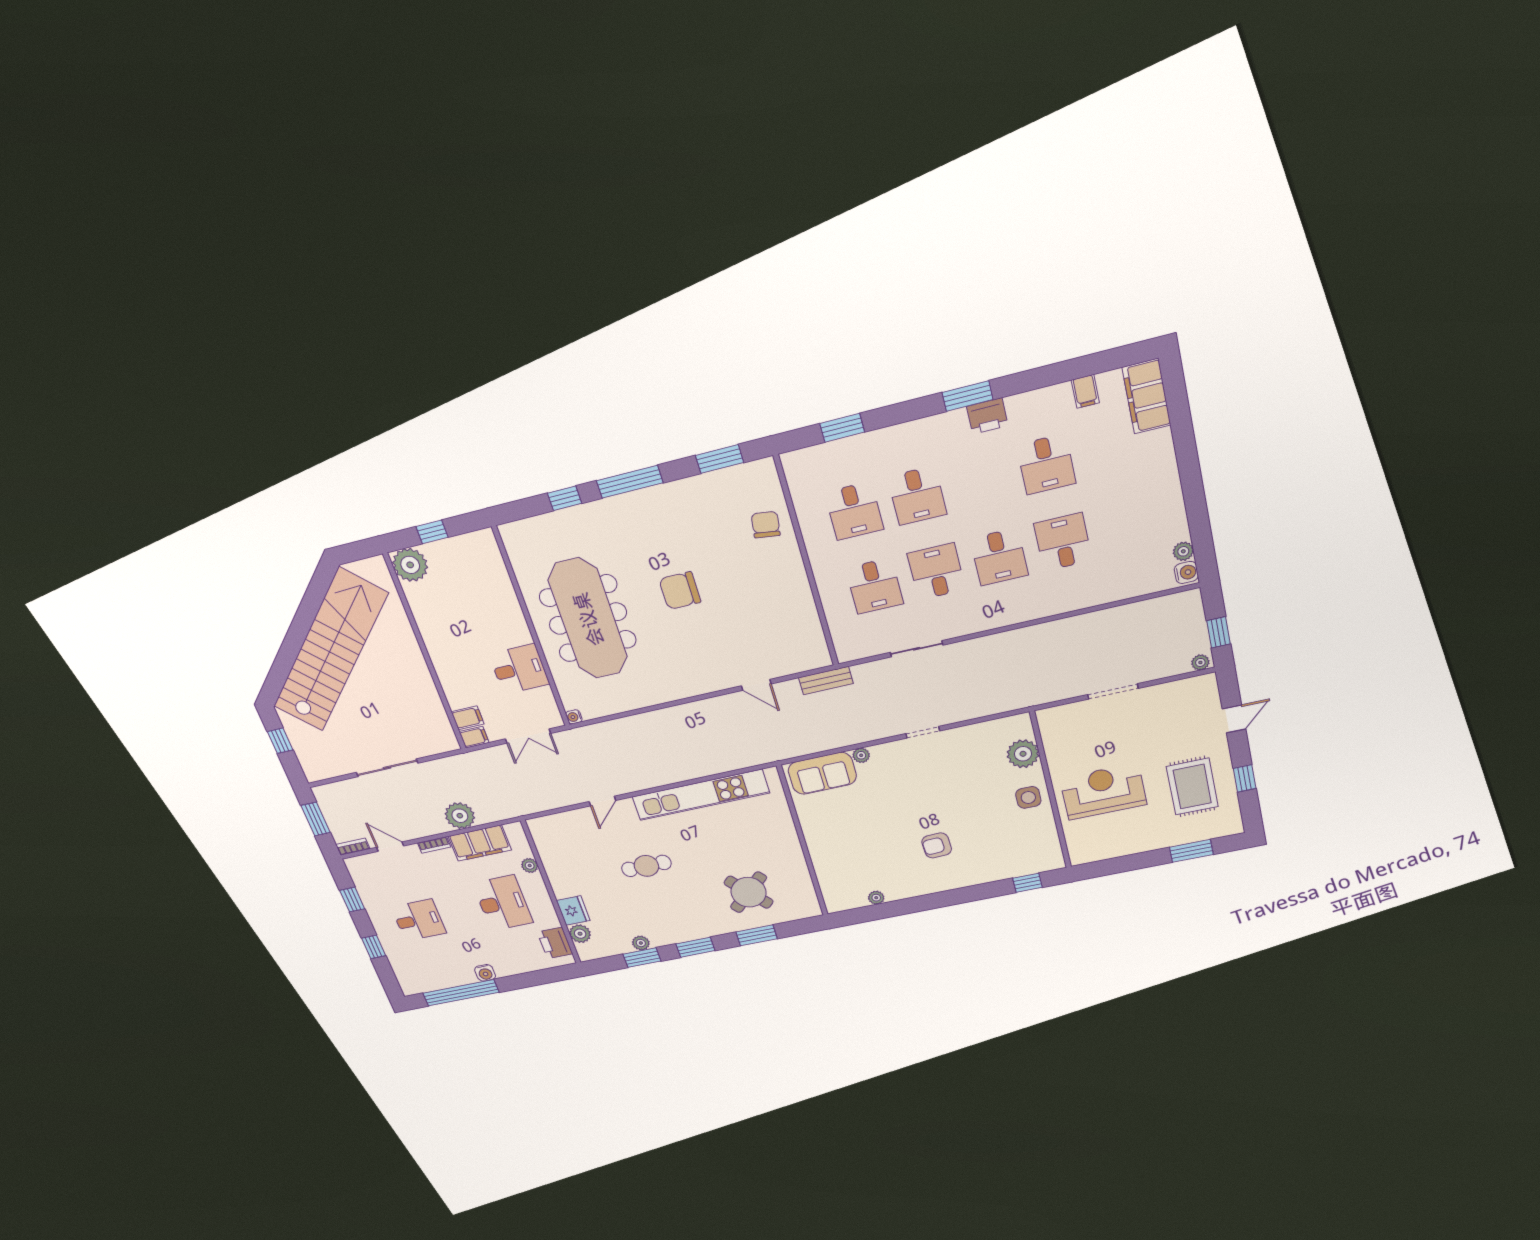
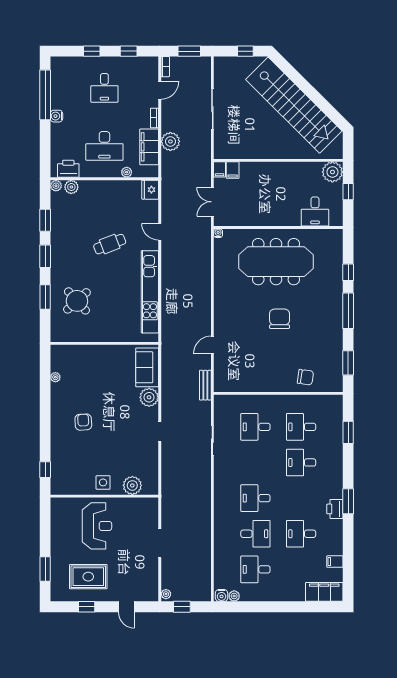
desk: (936, 571) -> (255, 569), moved, turned 180
desk: (519, 669) -> (315, 212), moved
plant: (861, 755) -> (149, 397), width x1.88, depth x1.88
cafe table: (646, 866) -> (110, 244), turned 69
fridge: (573, 911) -> (150, 190), moved, turned 90
plant: (641, 943) -> (56, 186), moved

